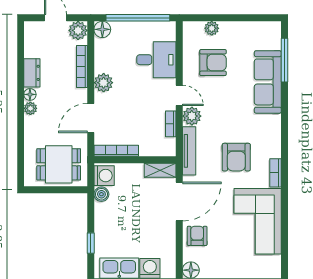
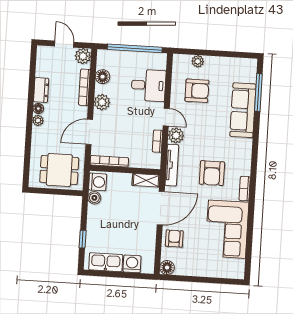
floor lamp: (102, 29) -> (103, 77), moved

